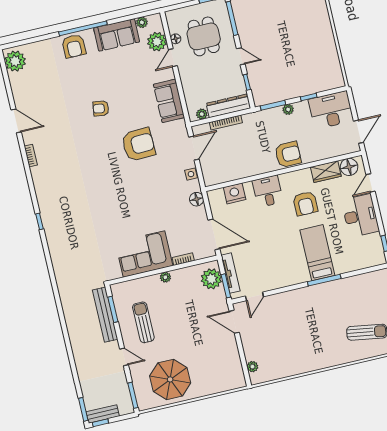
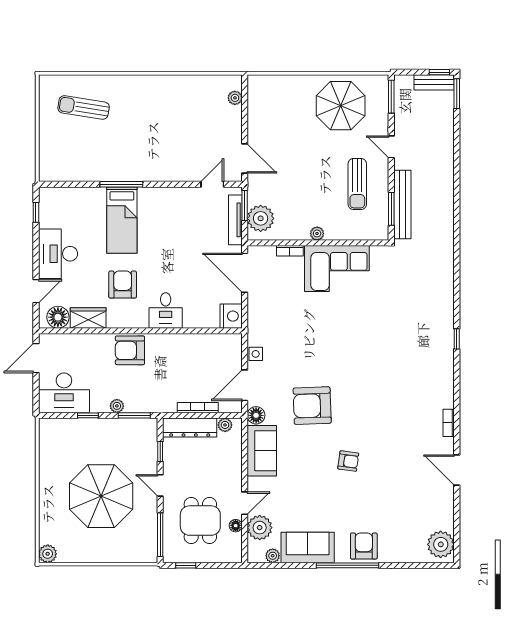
parasol: (284, 37) -> (101, 496), added
nightstand: (235, 193) -> (231, 316), moved, turned -90
floor lamp: (197, 199) -> (256, 415), moved

